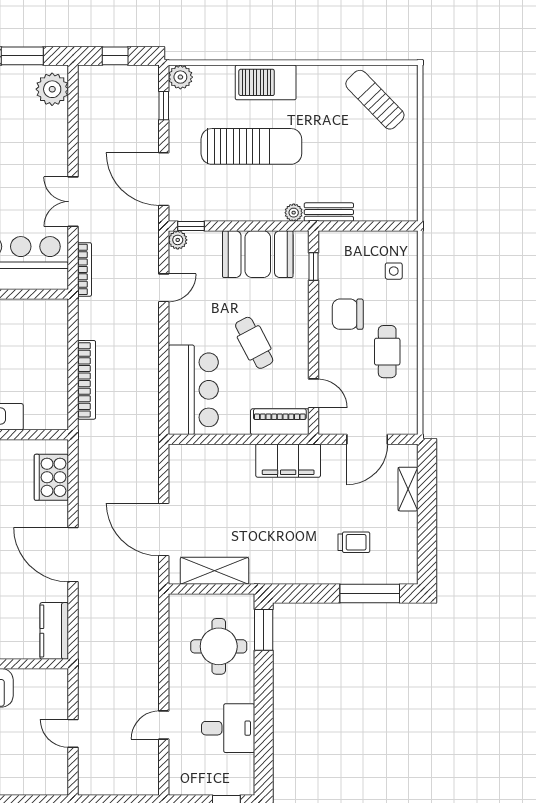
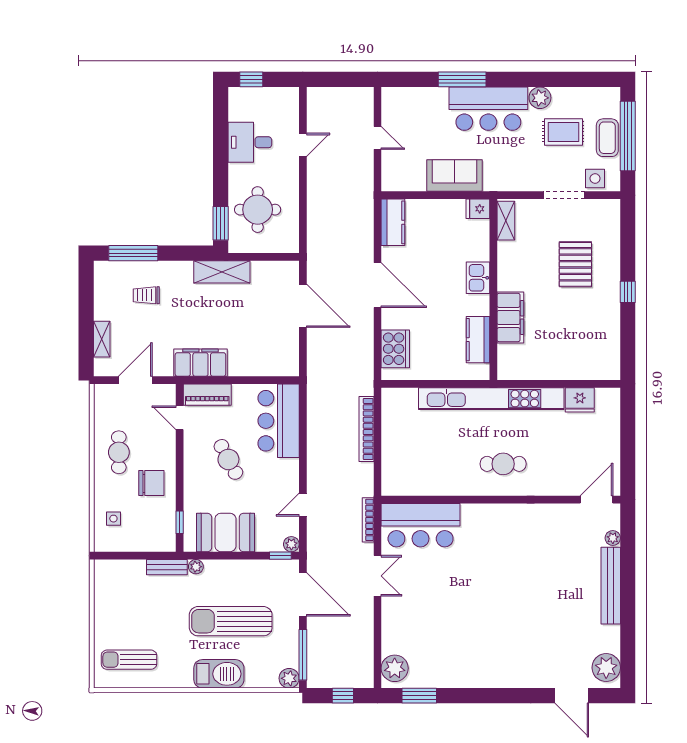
sun lounger: (375, 100) -> (129, 660), turned 134
window: (164, 106) -> (303, 655), width x2.17
shelving: (214, 571) -> (222, 272), moved

